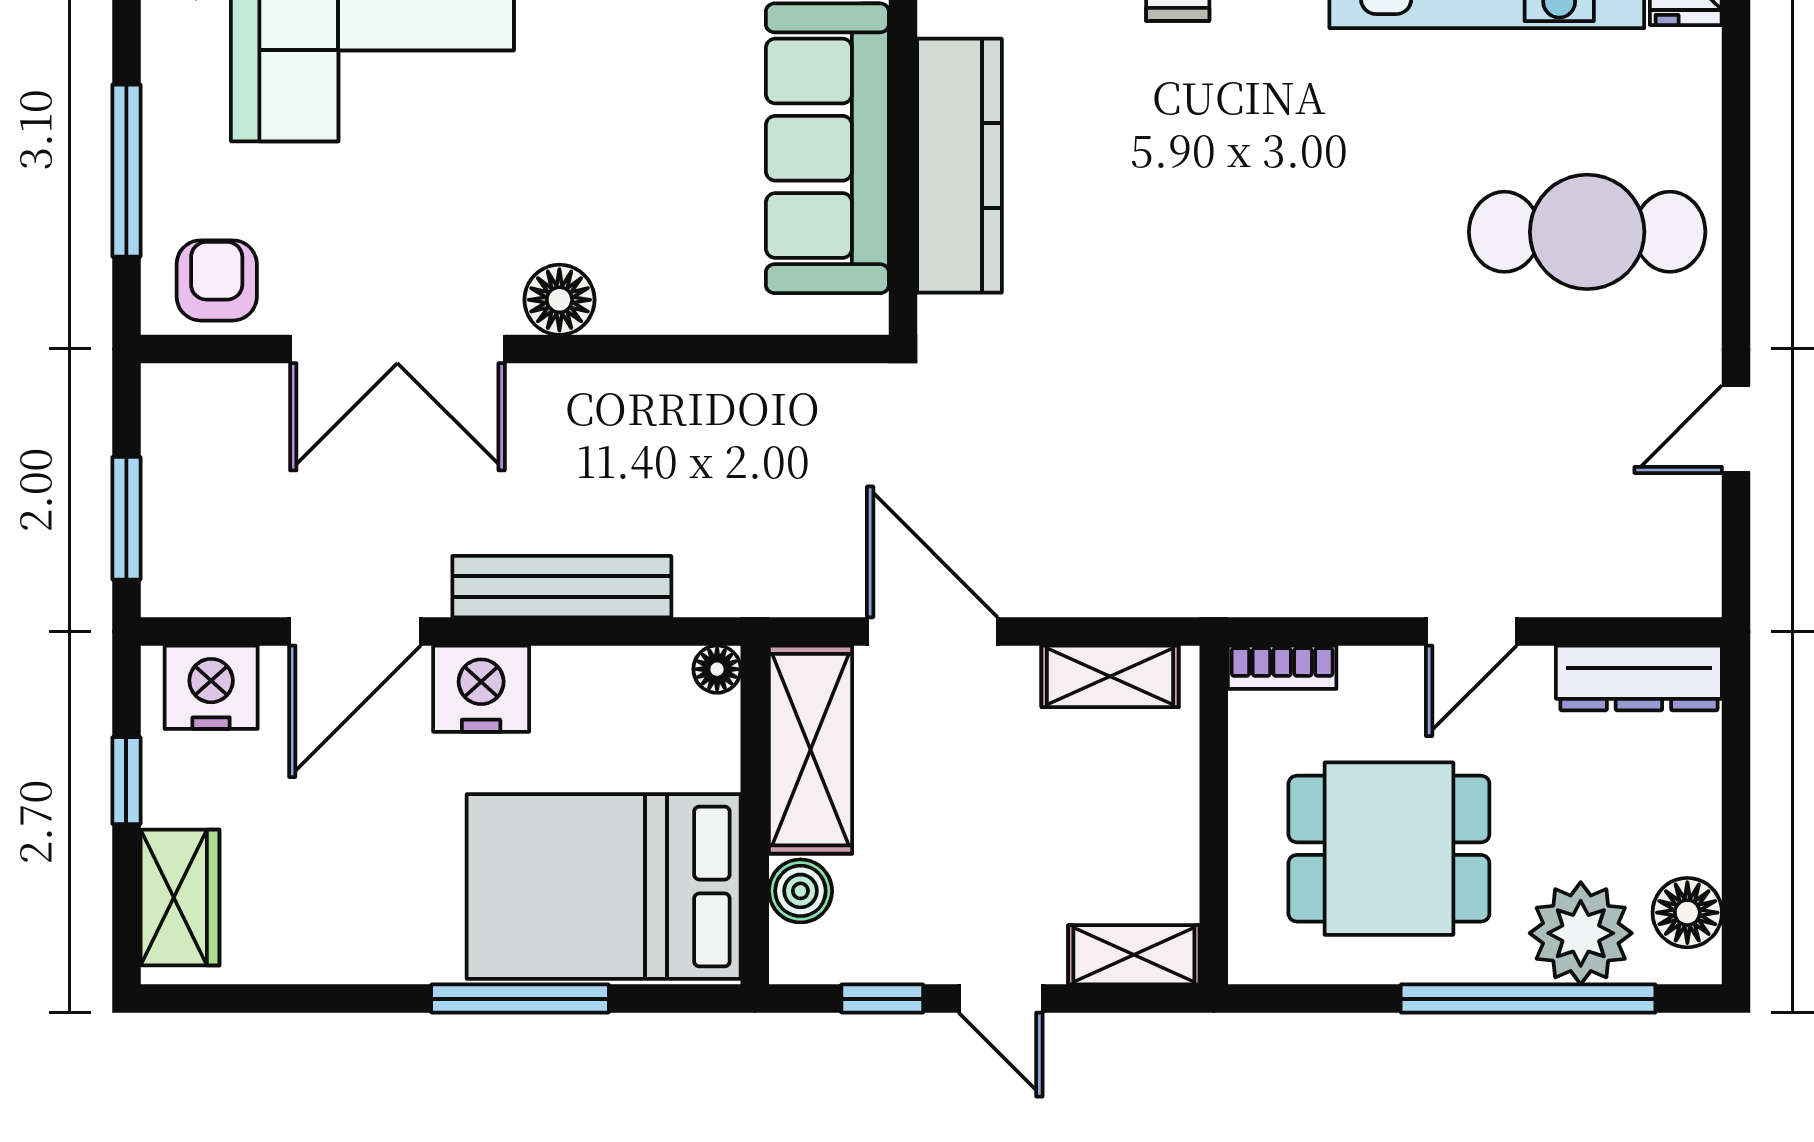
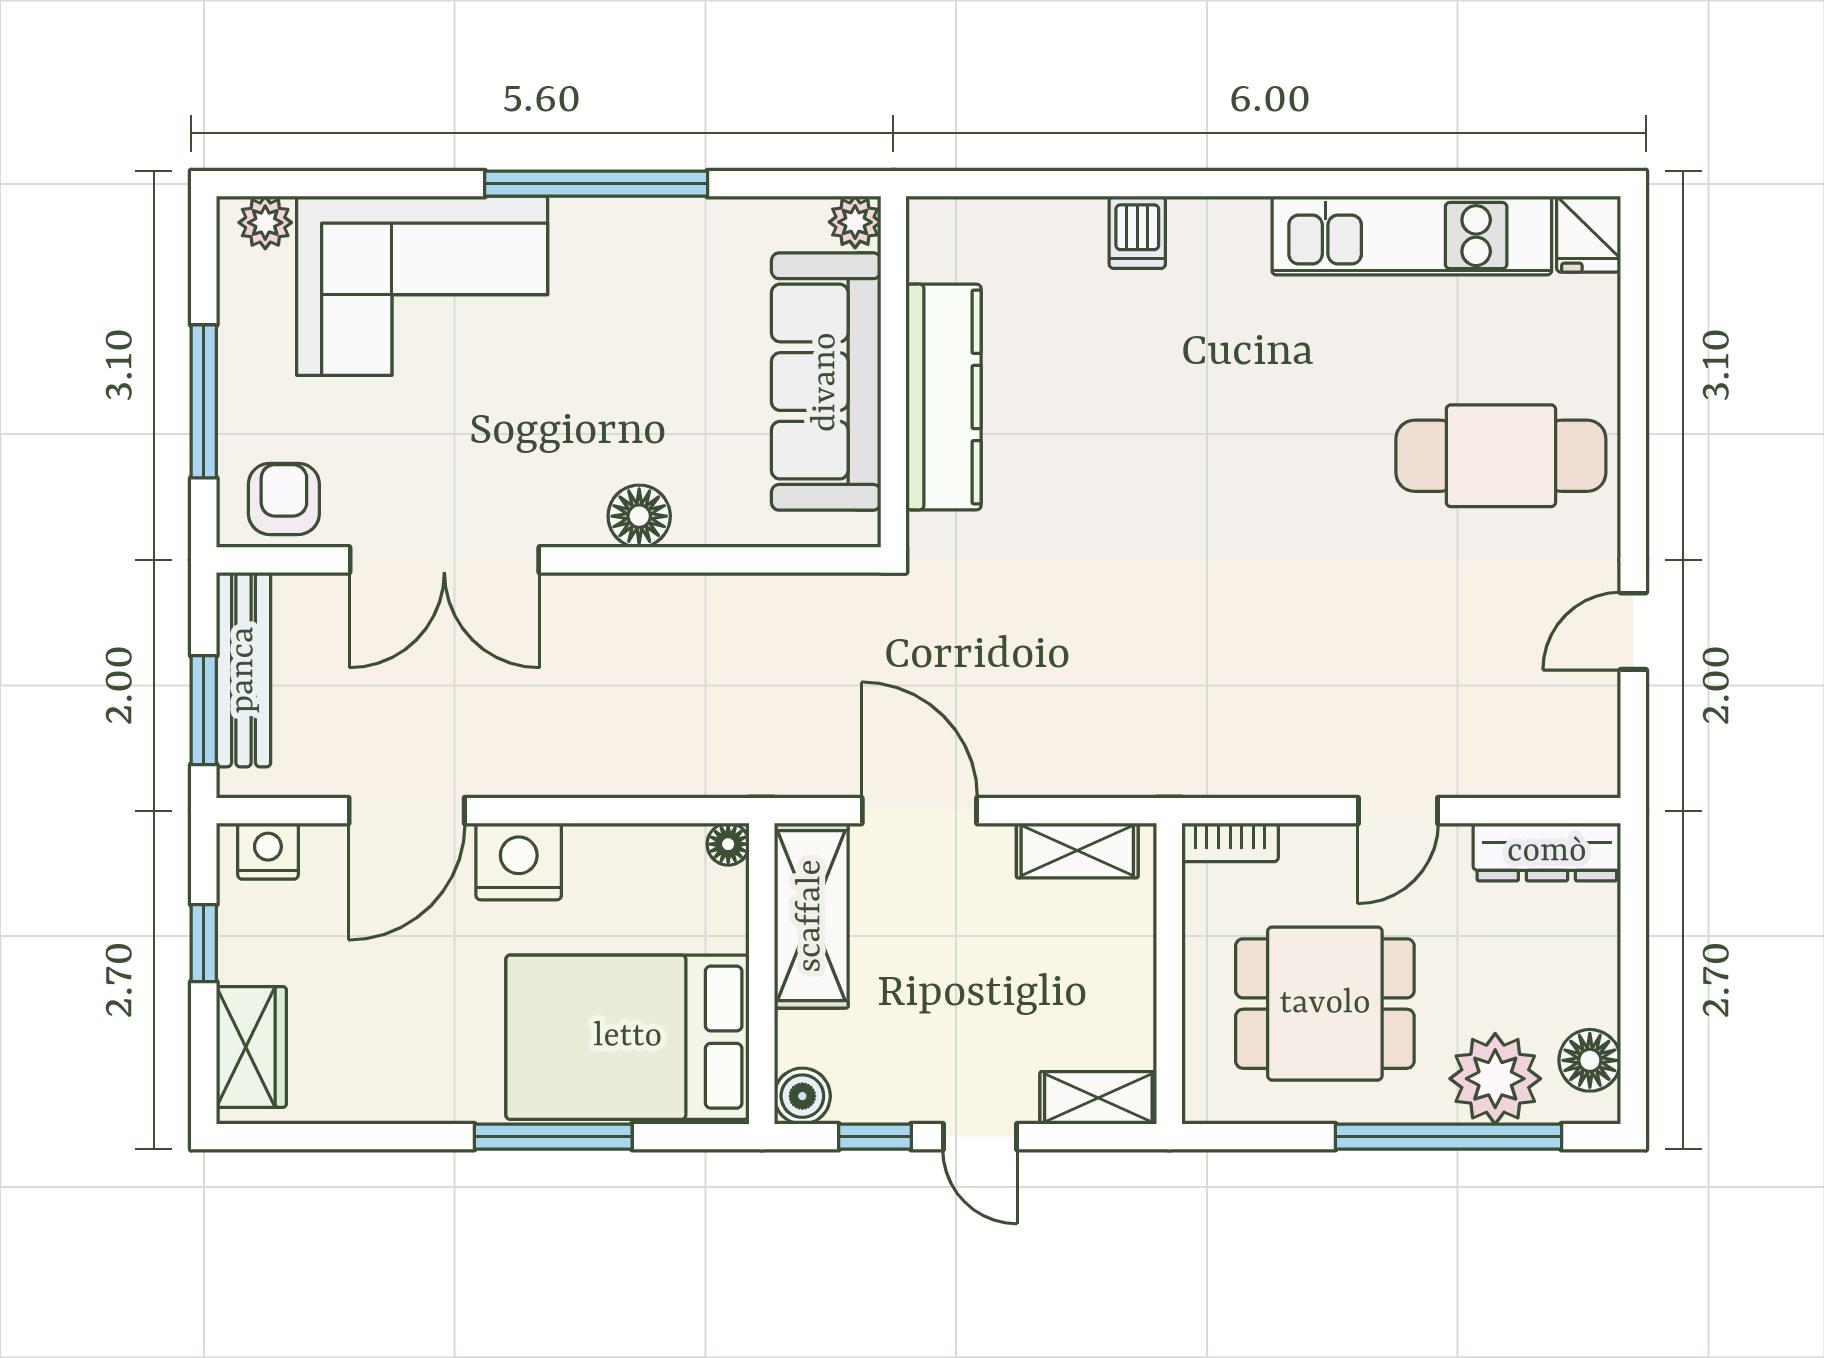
floor lamp: (559, 300) -> (639, 516), moved
bench: (562, 587) -> (244, 670), moved, turned 90
nightstand: (211, 687) -> (268, 851), width x0.74, depth x0.75
boiler: (800, 891) -> (802, 1096), moved

